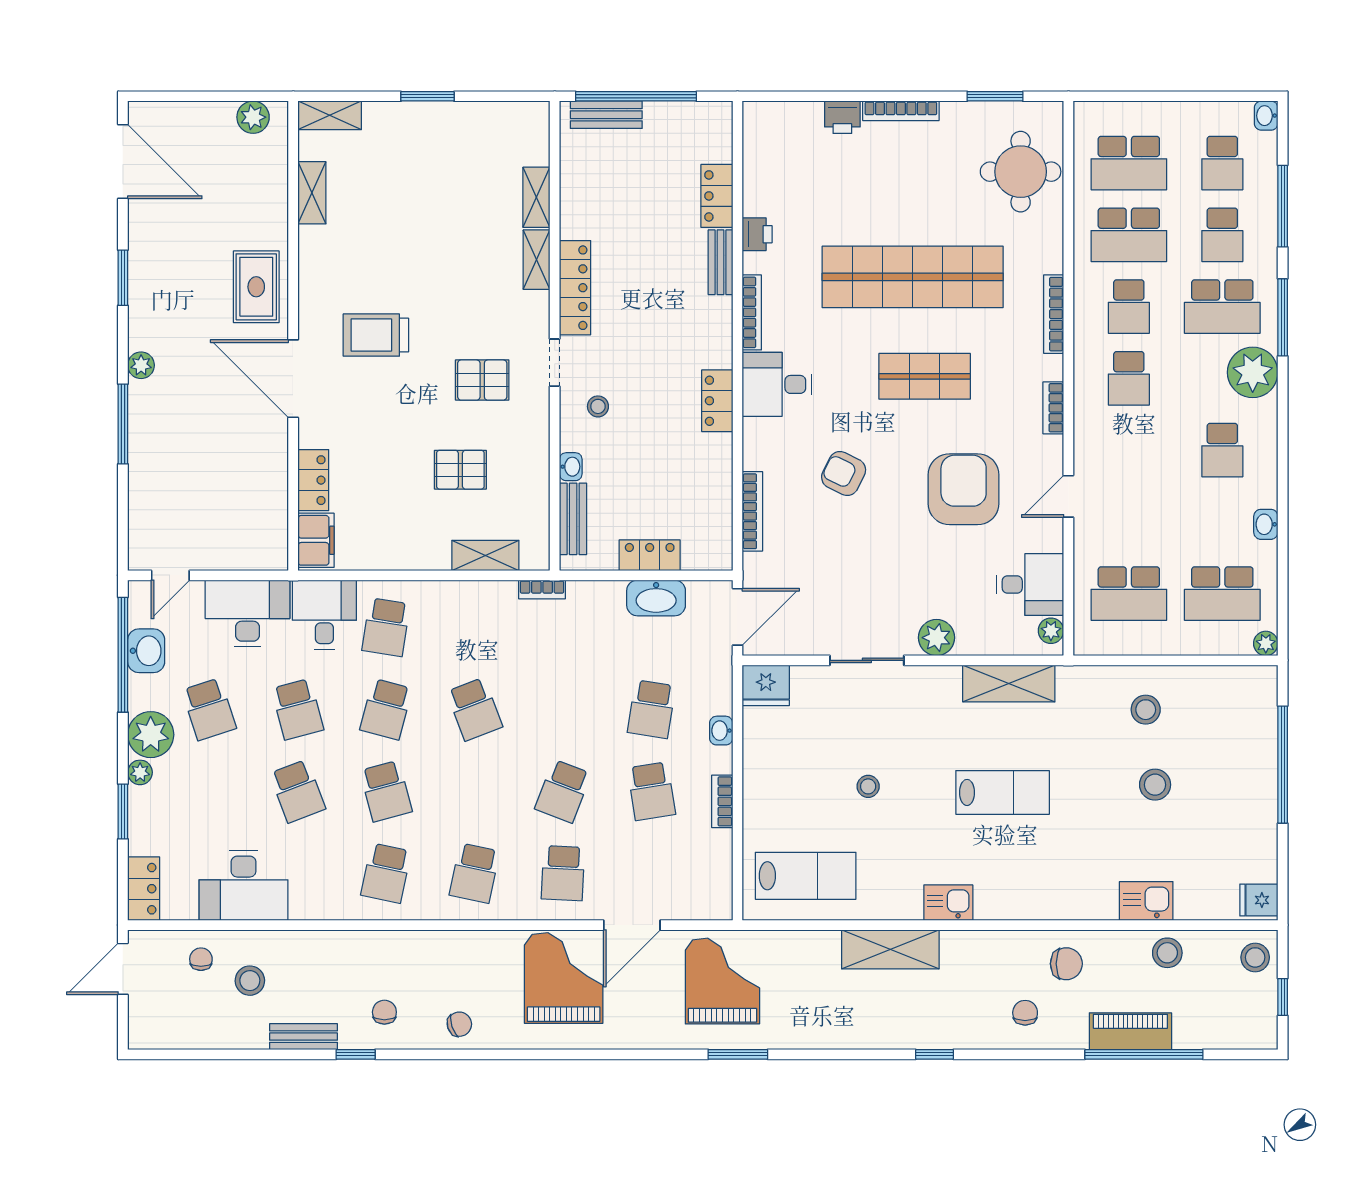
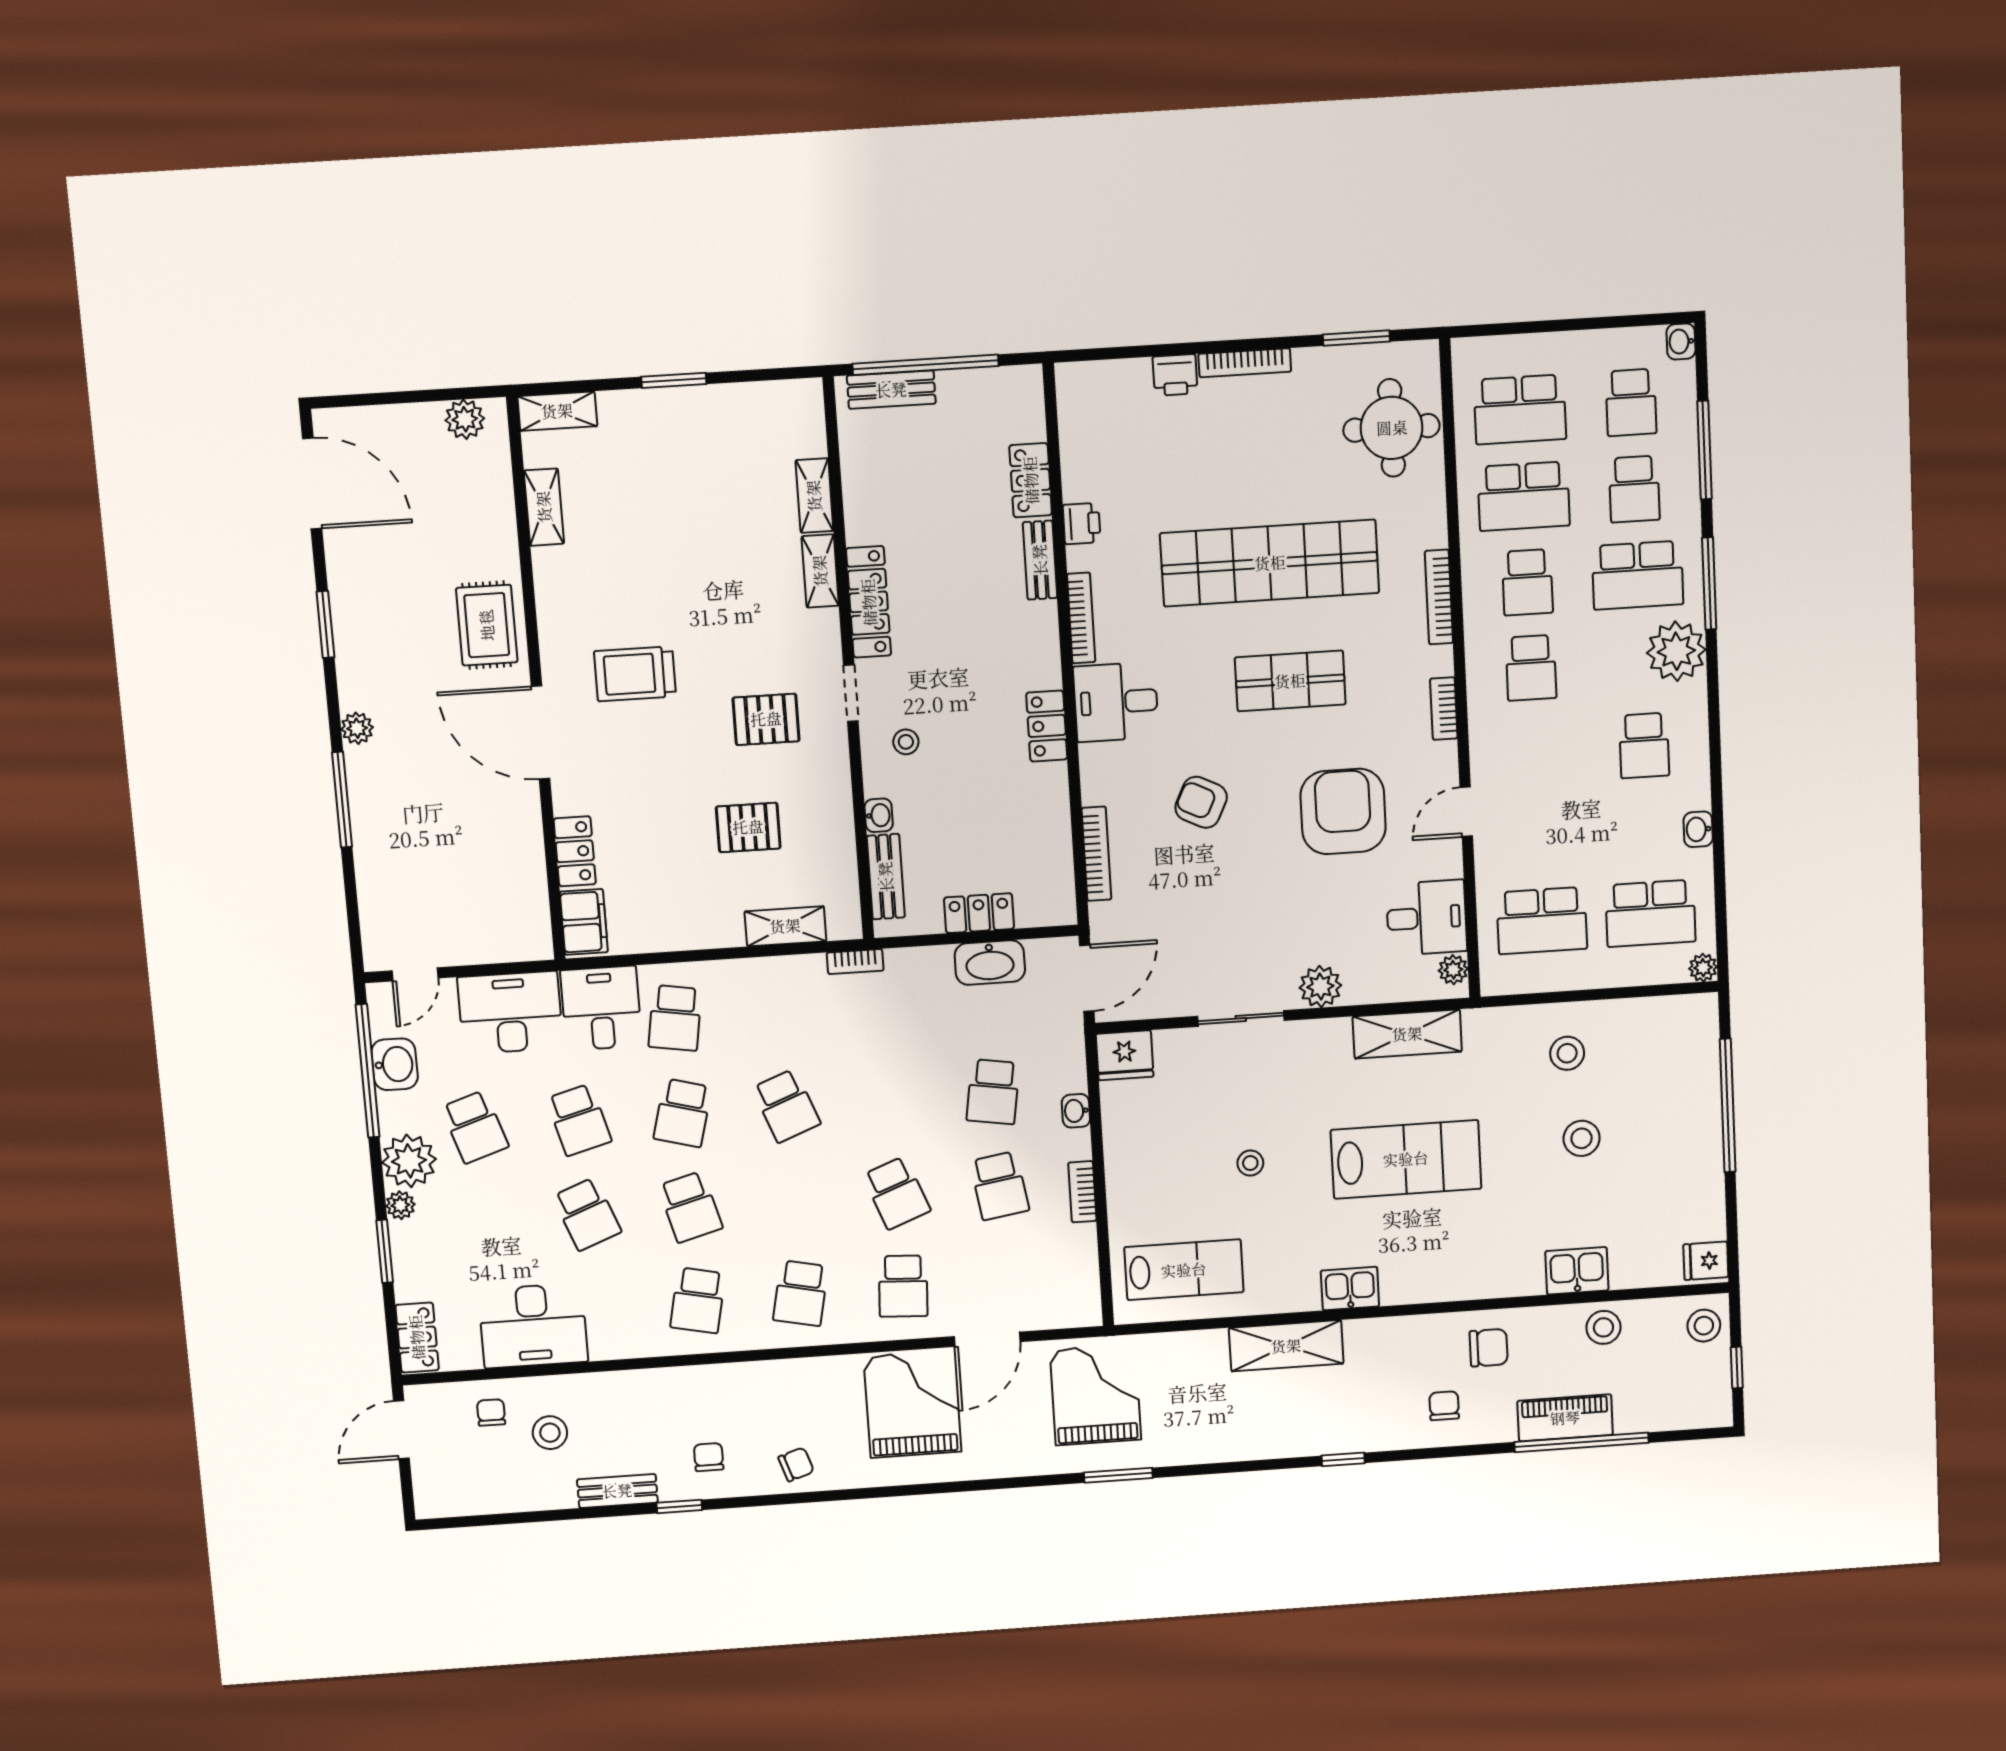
school desk: (563, 791) -> (897, 1193), turned -42
lab bench: (1003, 792) -> (1406, 1159), width x1.36, depth x1.39

